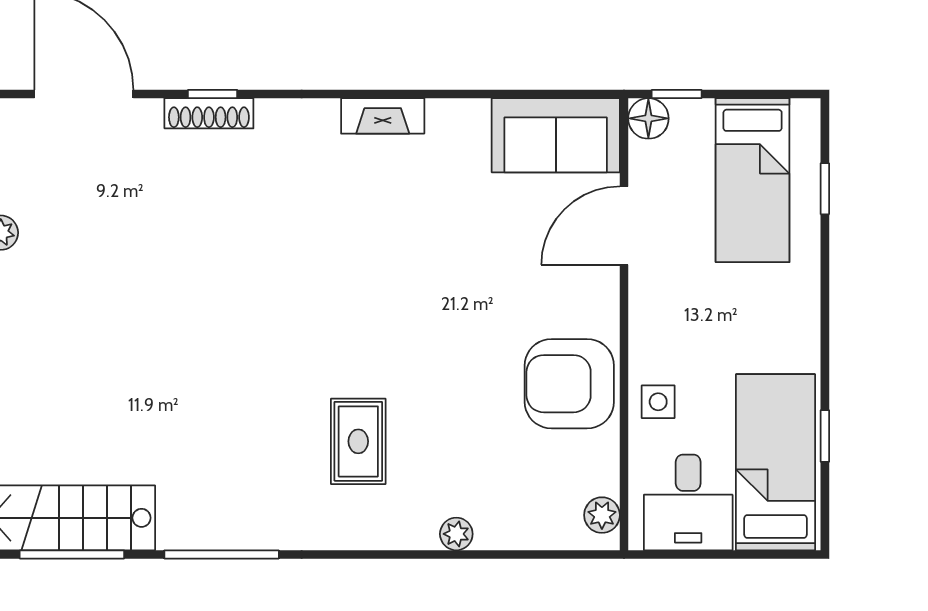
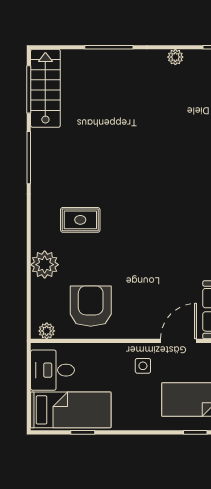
door: (624, 226) -> (179, 341), hinge flipped
armchair: (569, 384) -> (91, 306), moved
side table: (658, 402) -> (143, 366), moved
plant: (456, 534) -> (45, 265), width x1.88, depth x1.88

